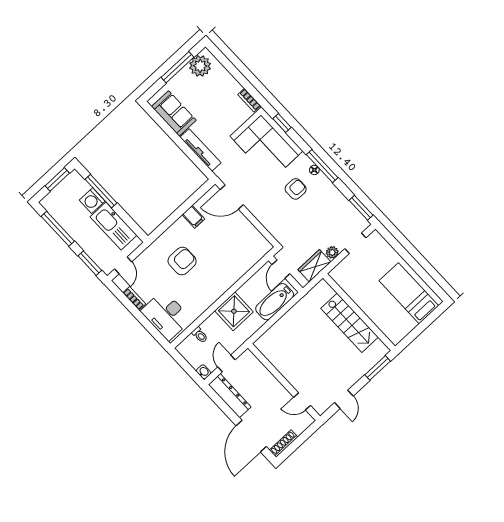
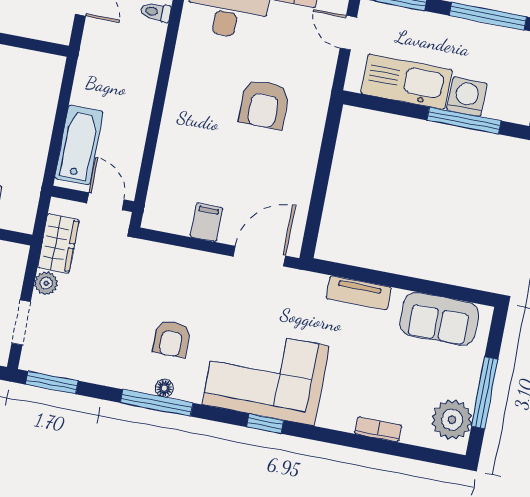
bookcase: (249, 100) -> (378, 429), moved
tv unit: (201, 150) -> (359, 293), width x0.71
filing cabinet: (193, 217) -> (206, 222), moved, turned 90
shower: (234, 311) -> (130, 86), removed

